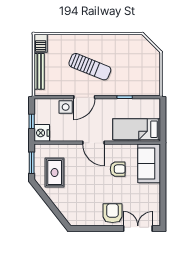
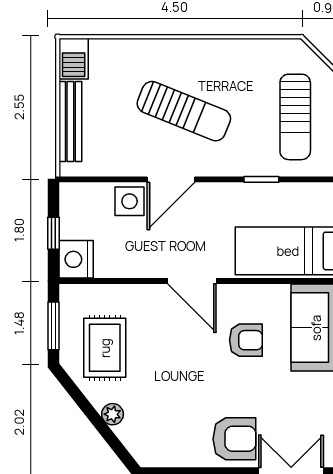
sun lounger: (140, 69) -> (295, 117), added
plant: (58, 202) -> (113, 414), added
armchair: (113, 213) -> (234, 439), turned 90

